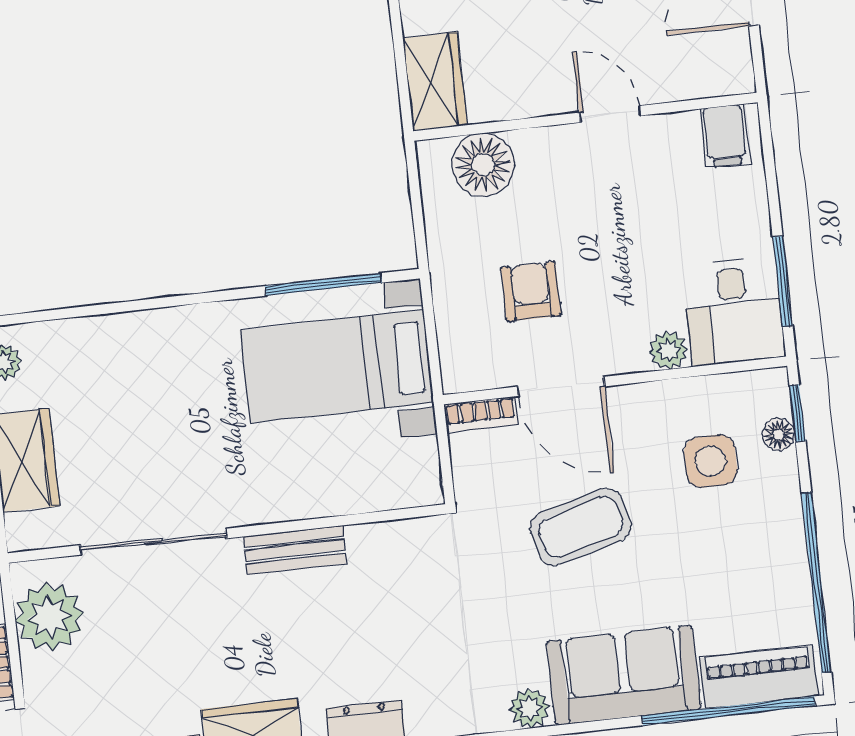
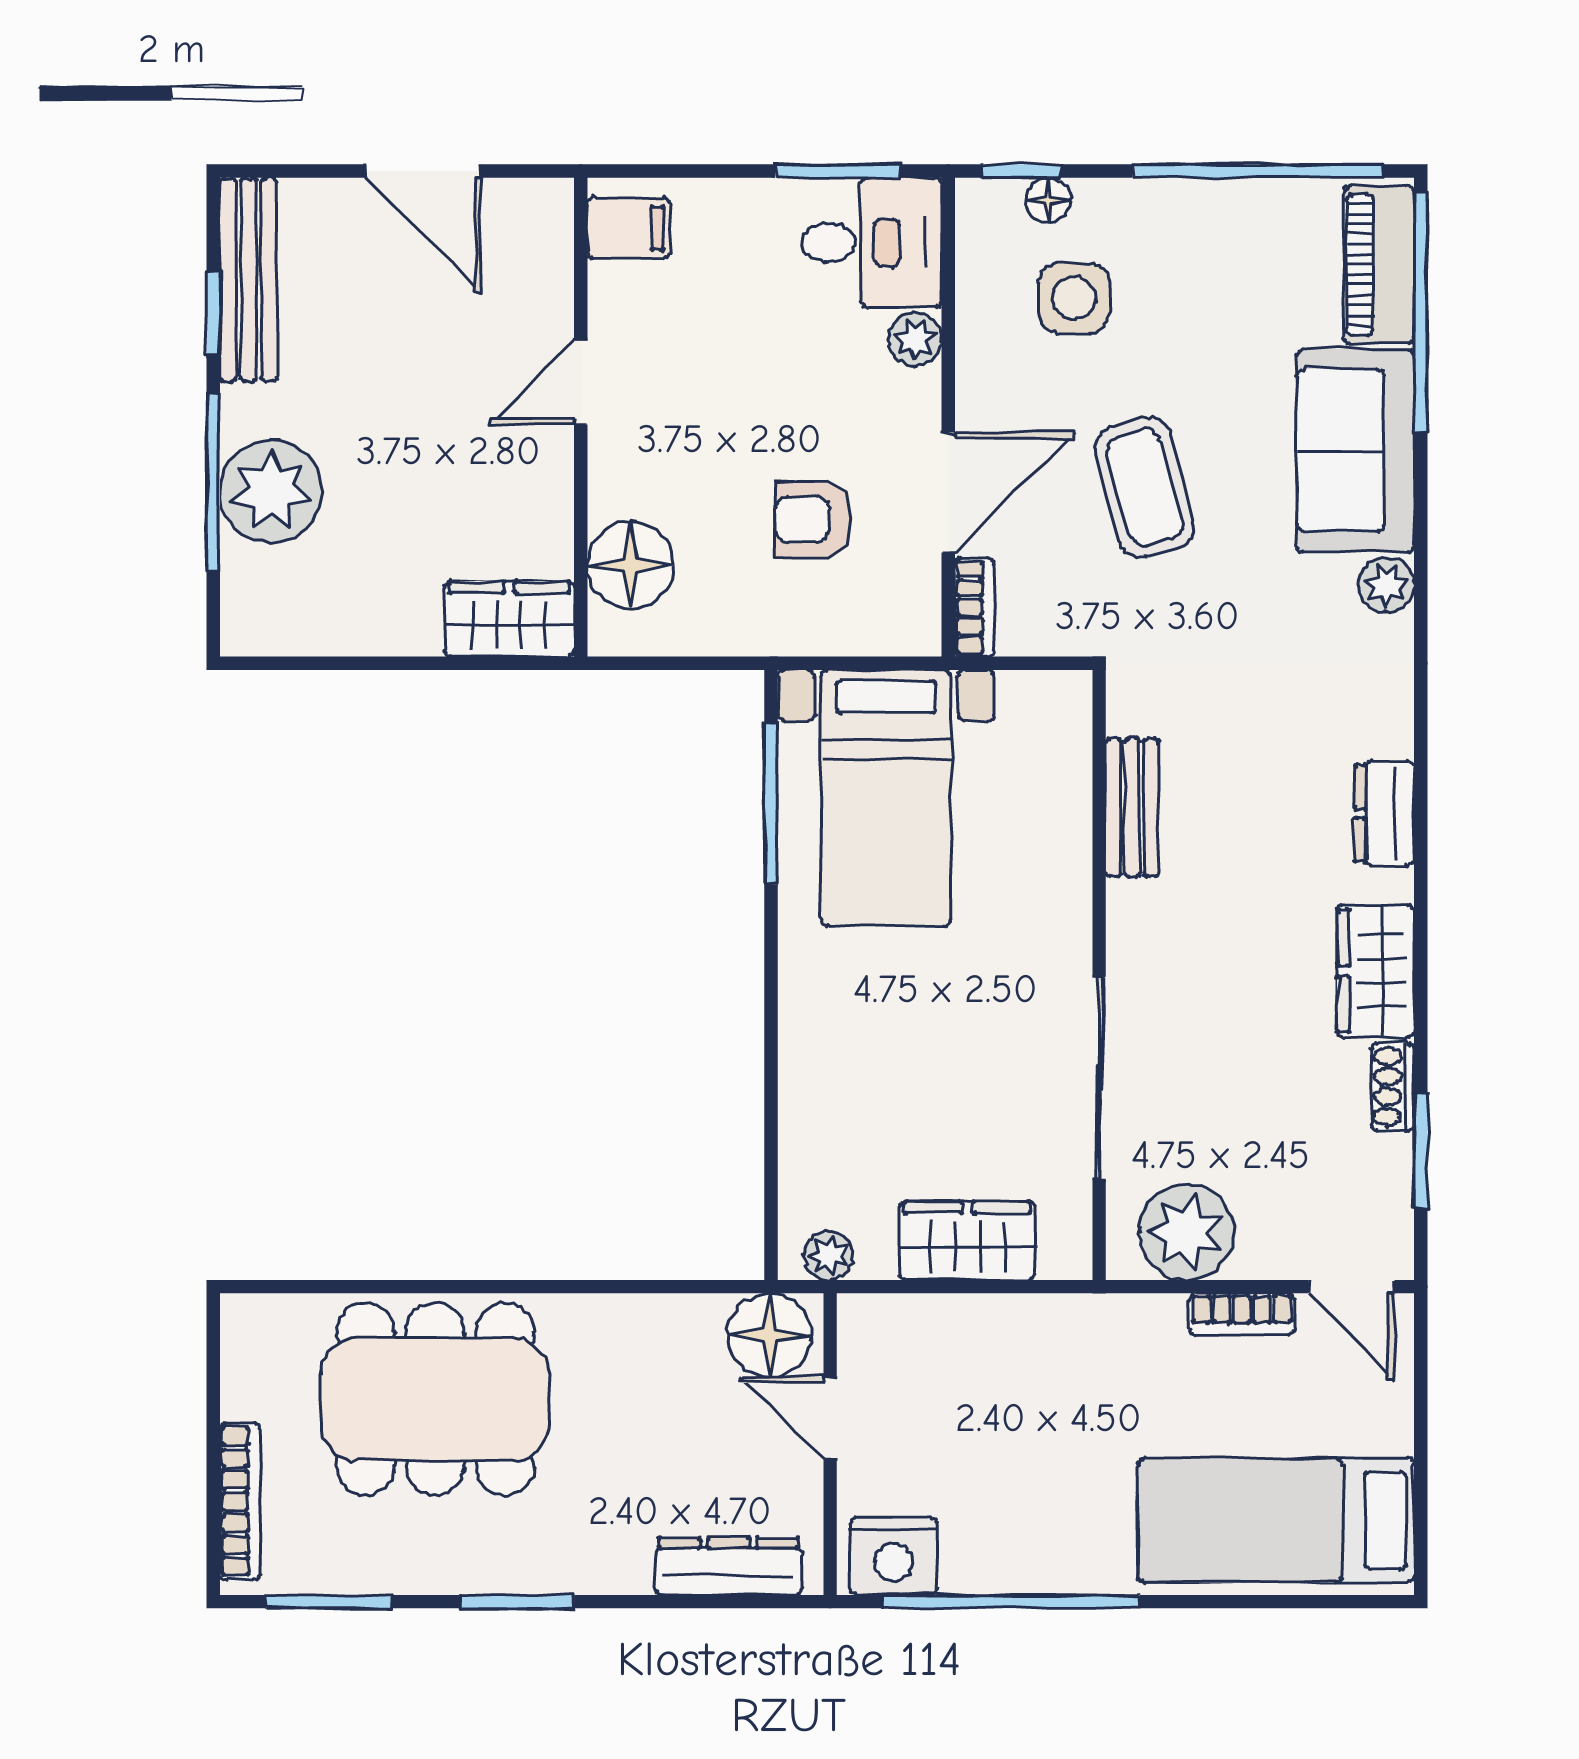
bench: (295, 550) -> (1132, 807), moved

